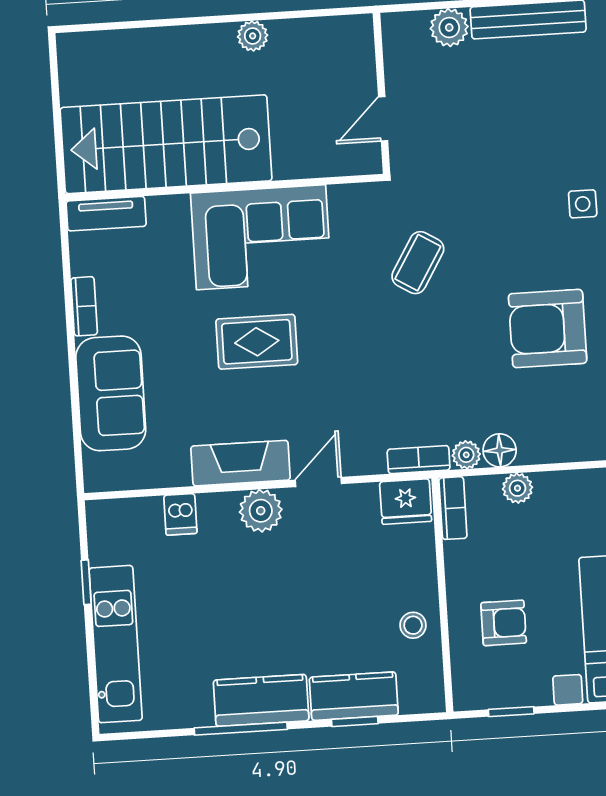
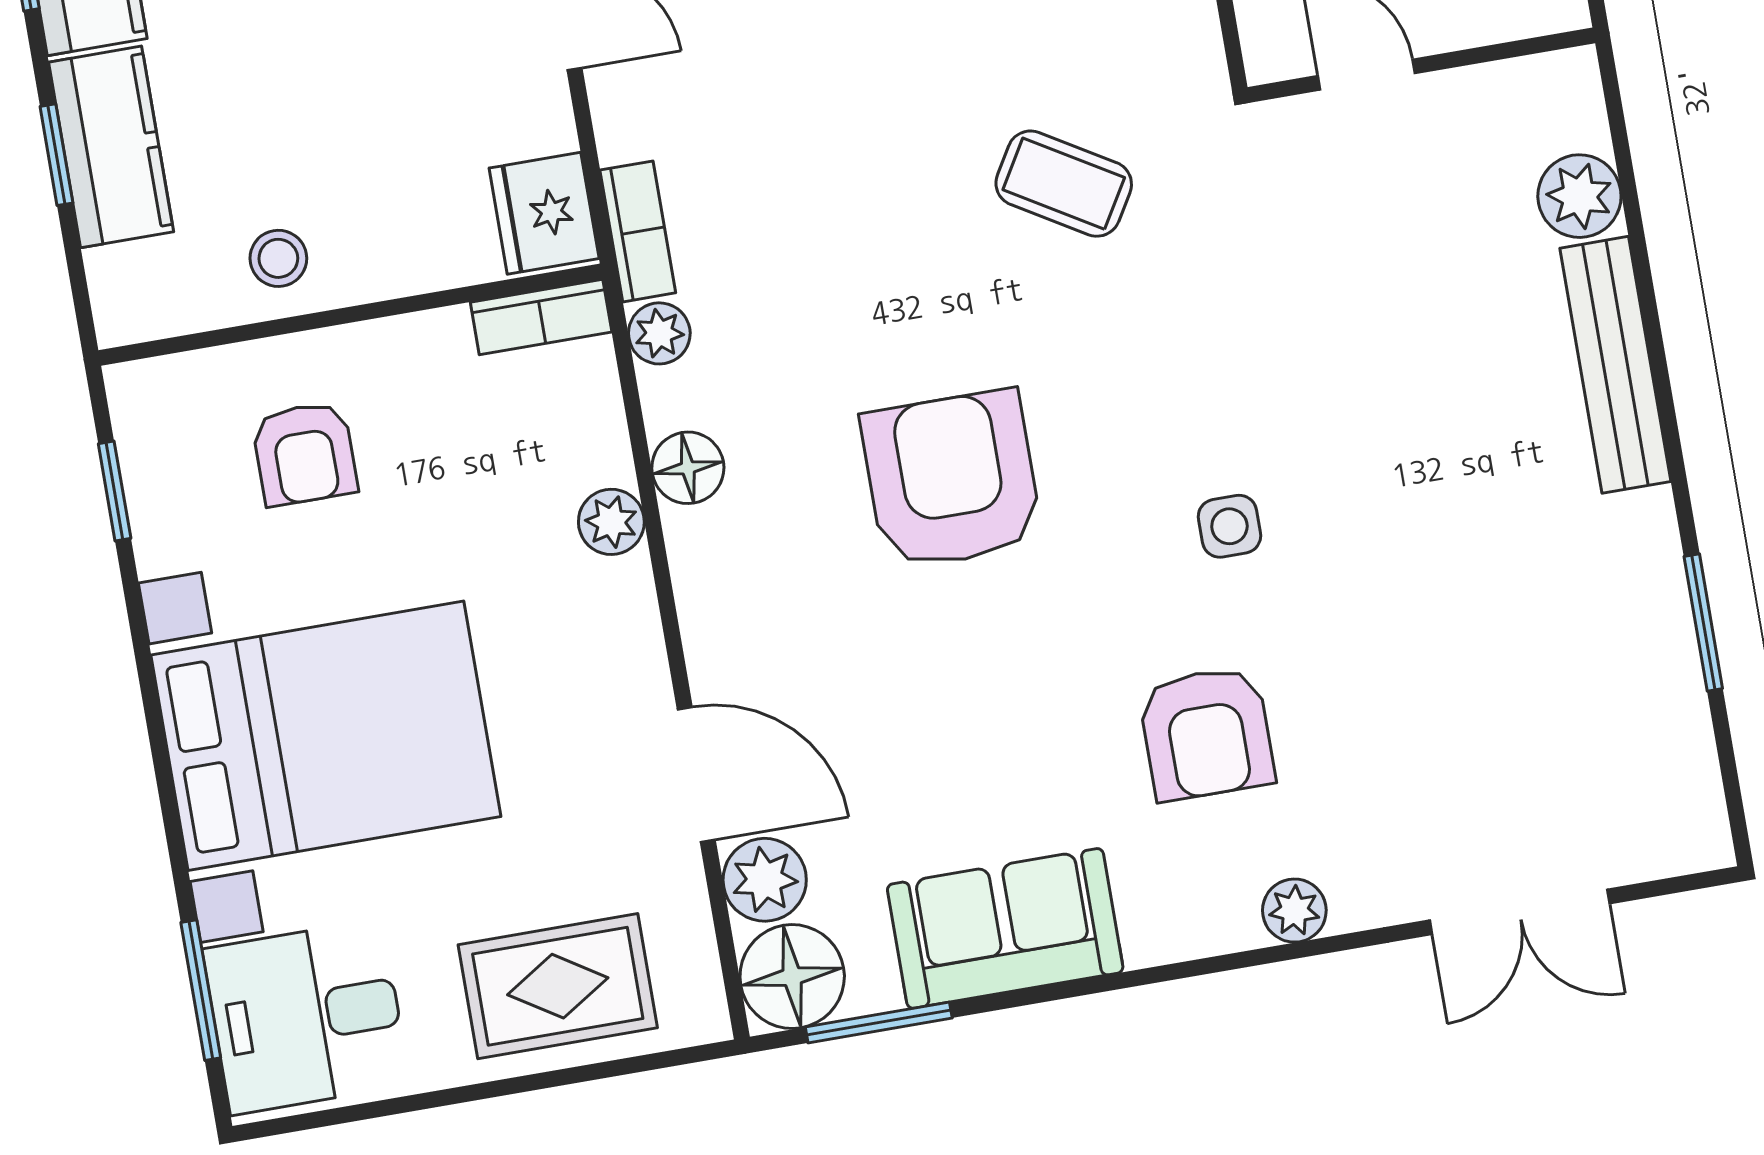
floor lamp: (500, 450) -> (688, 468), moved
plant: (517, 488) -> (611, 522), moved

